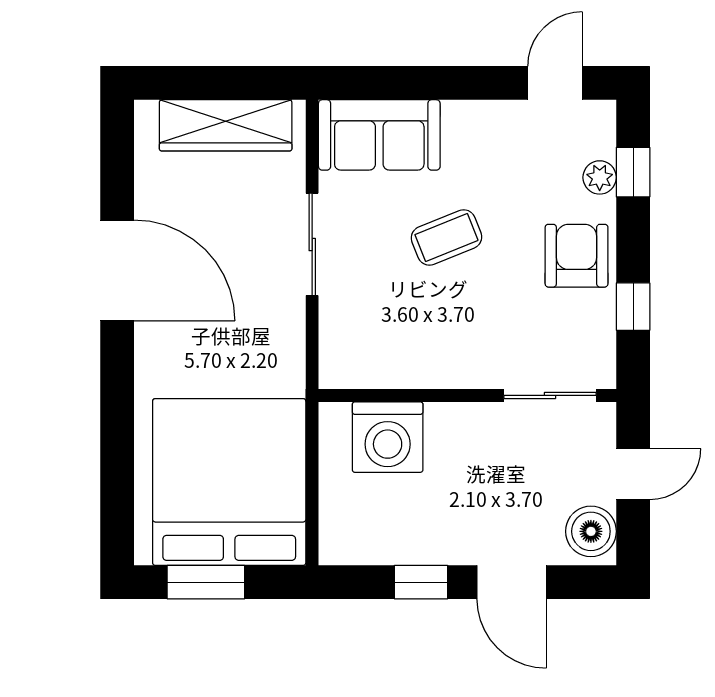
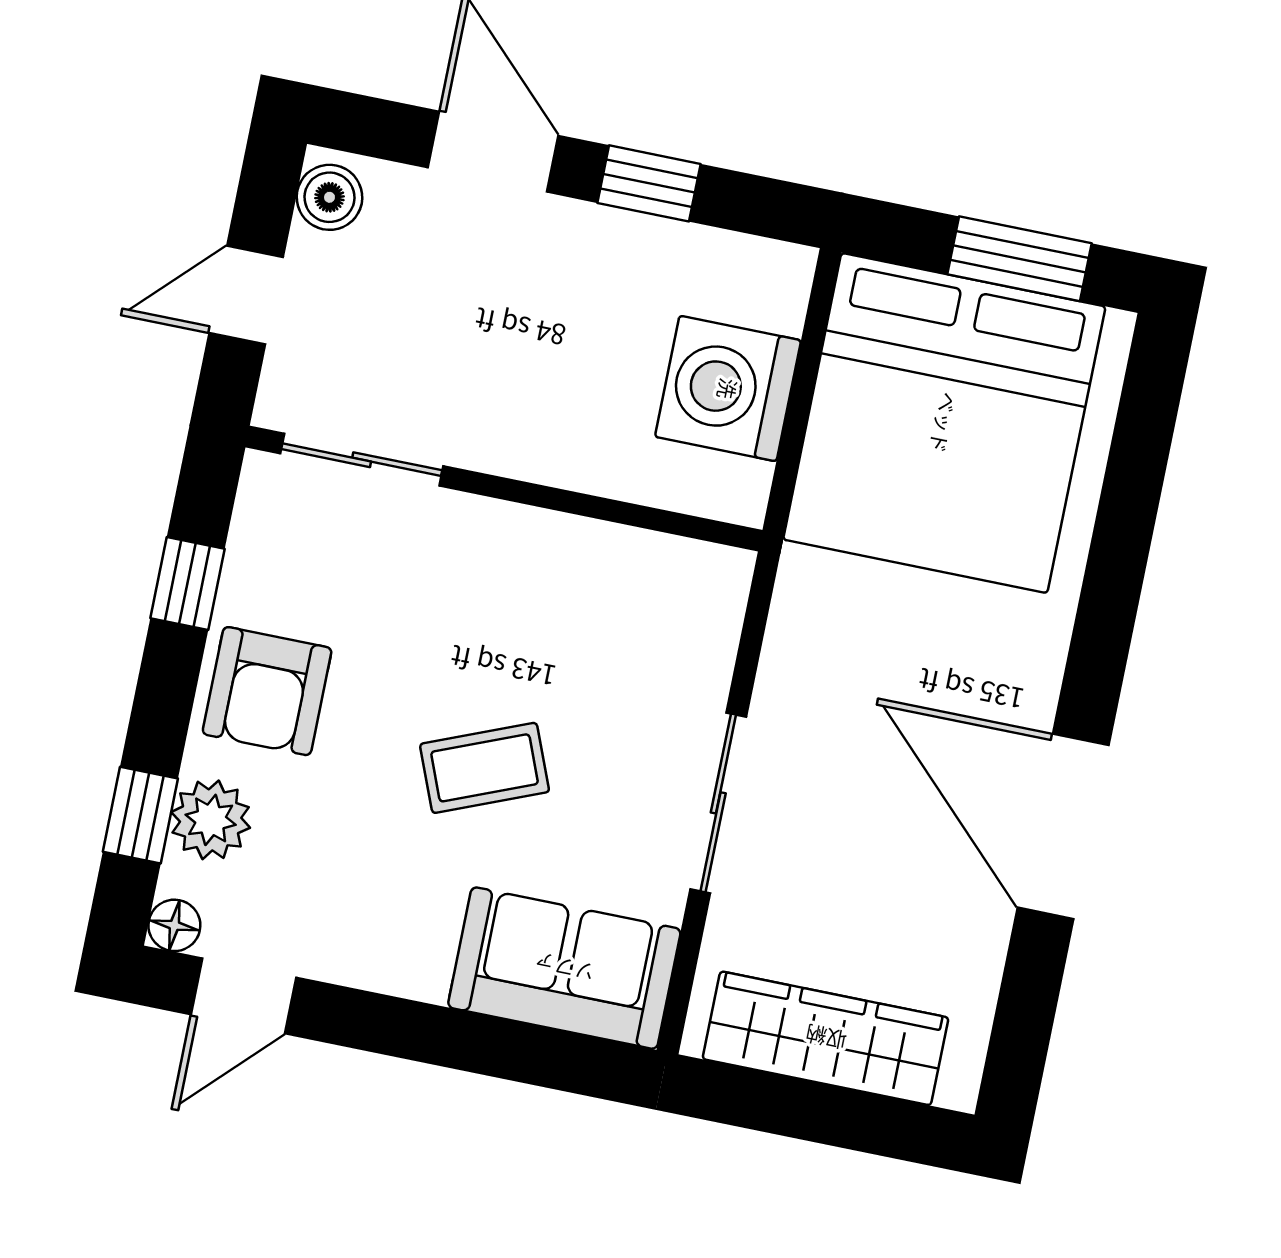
floor lamp: (602, 114) -> (174, 925), added
plant: (600, 177) -> (211, 820), width x1.38, depth x1.38
washing machine: (388, 437) -> (728, 389), moved, turned -90
boiler: (591, 531) -> (330, 197), width x0.73, depth x0.73

